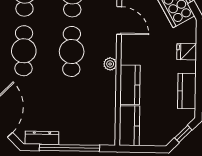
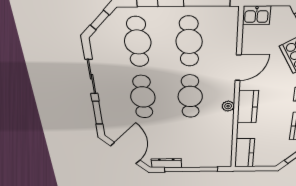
door: (119, 20) -> (238, 68), hinge flipped
kitchen counter: (130, 85) -> (248, 107), moved

